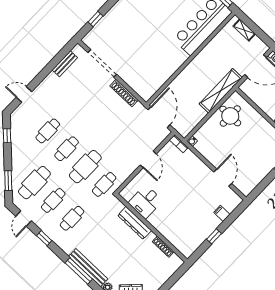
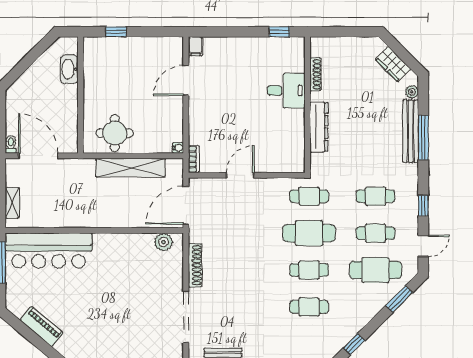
plant: (151, 88) -> (163, 242), added
shelving: (221, 91) -> (130, 168), moved
desk: (146, 202) -> (286, 91), moved
filing cabinet: (222, 213) -> (196, 46), moved
window: (214, 236) -> (279, 32), moved

